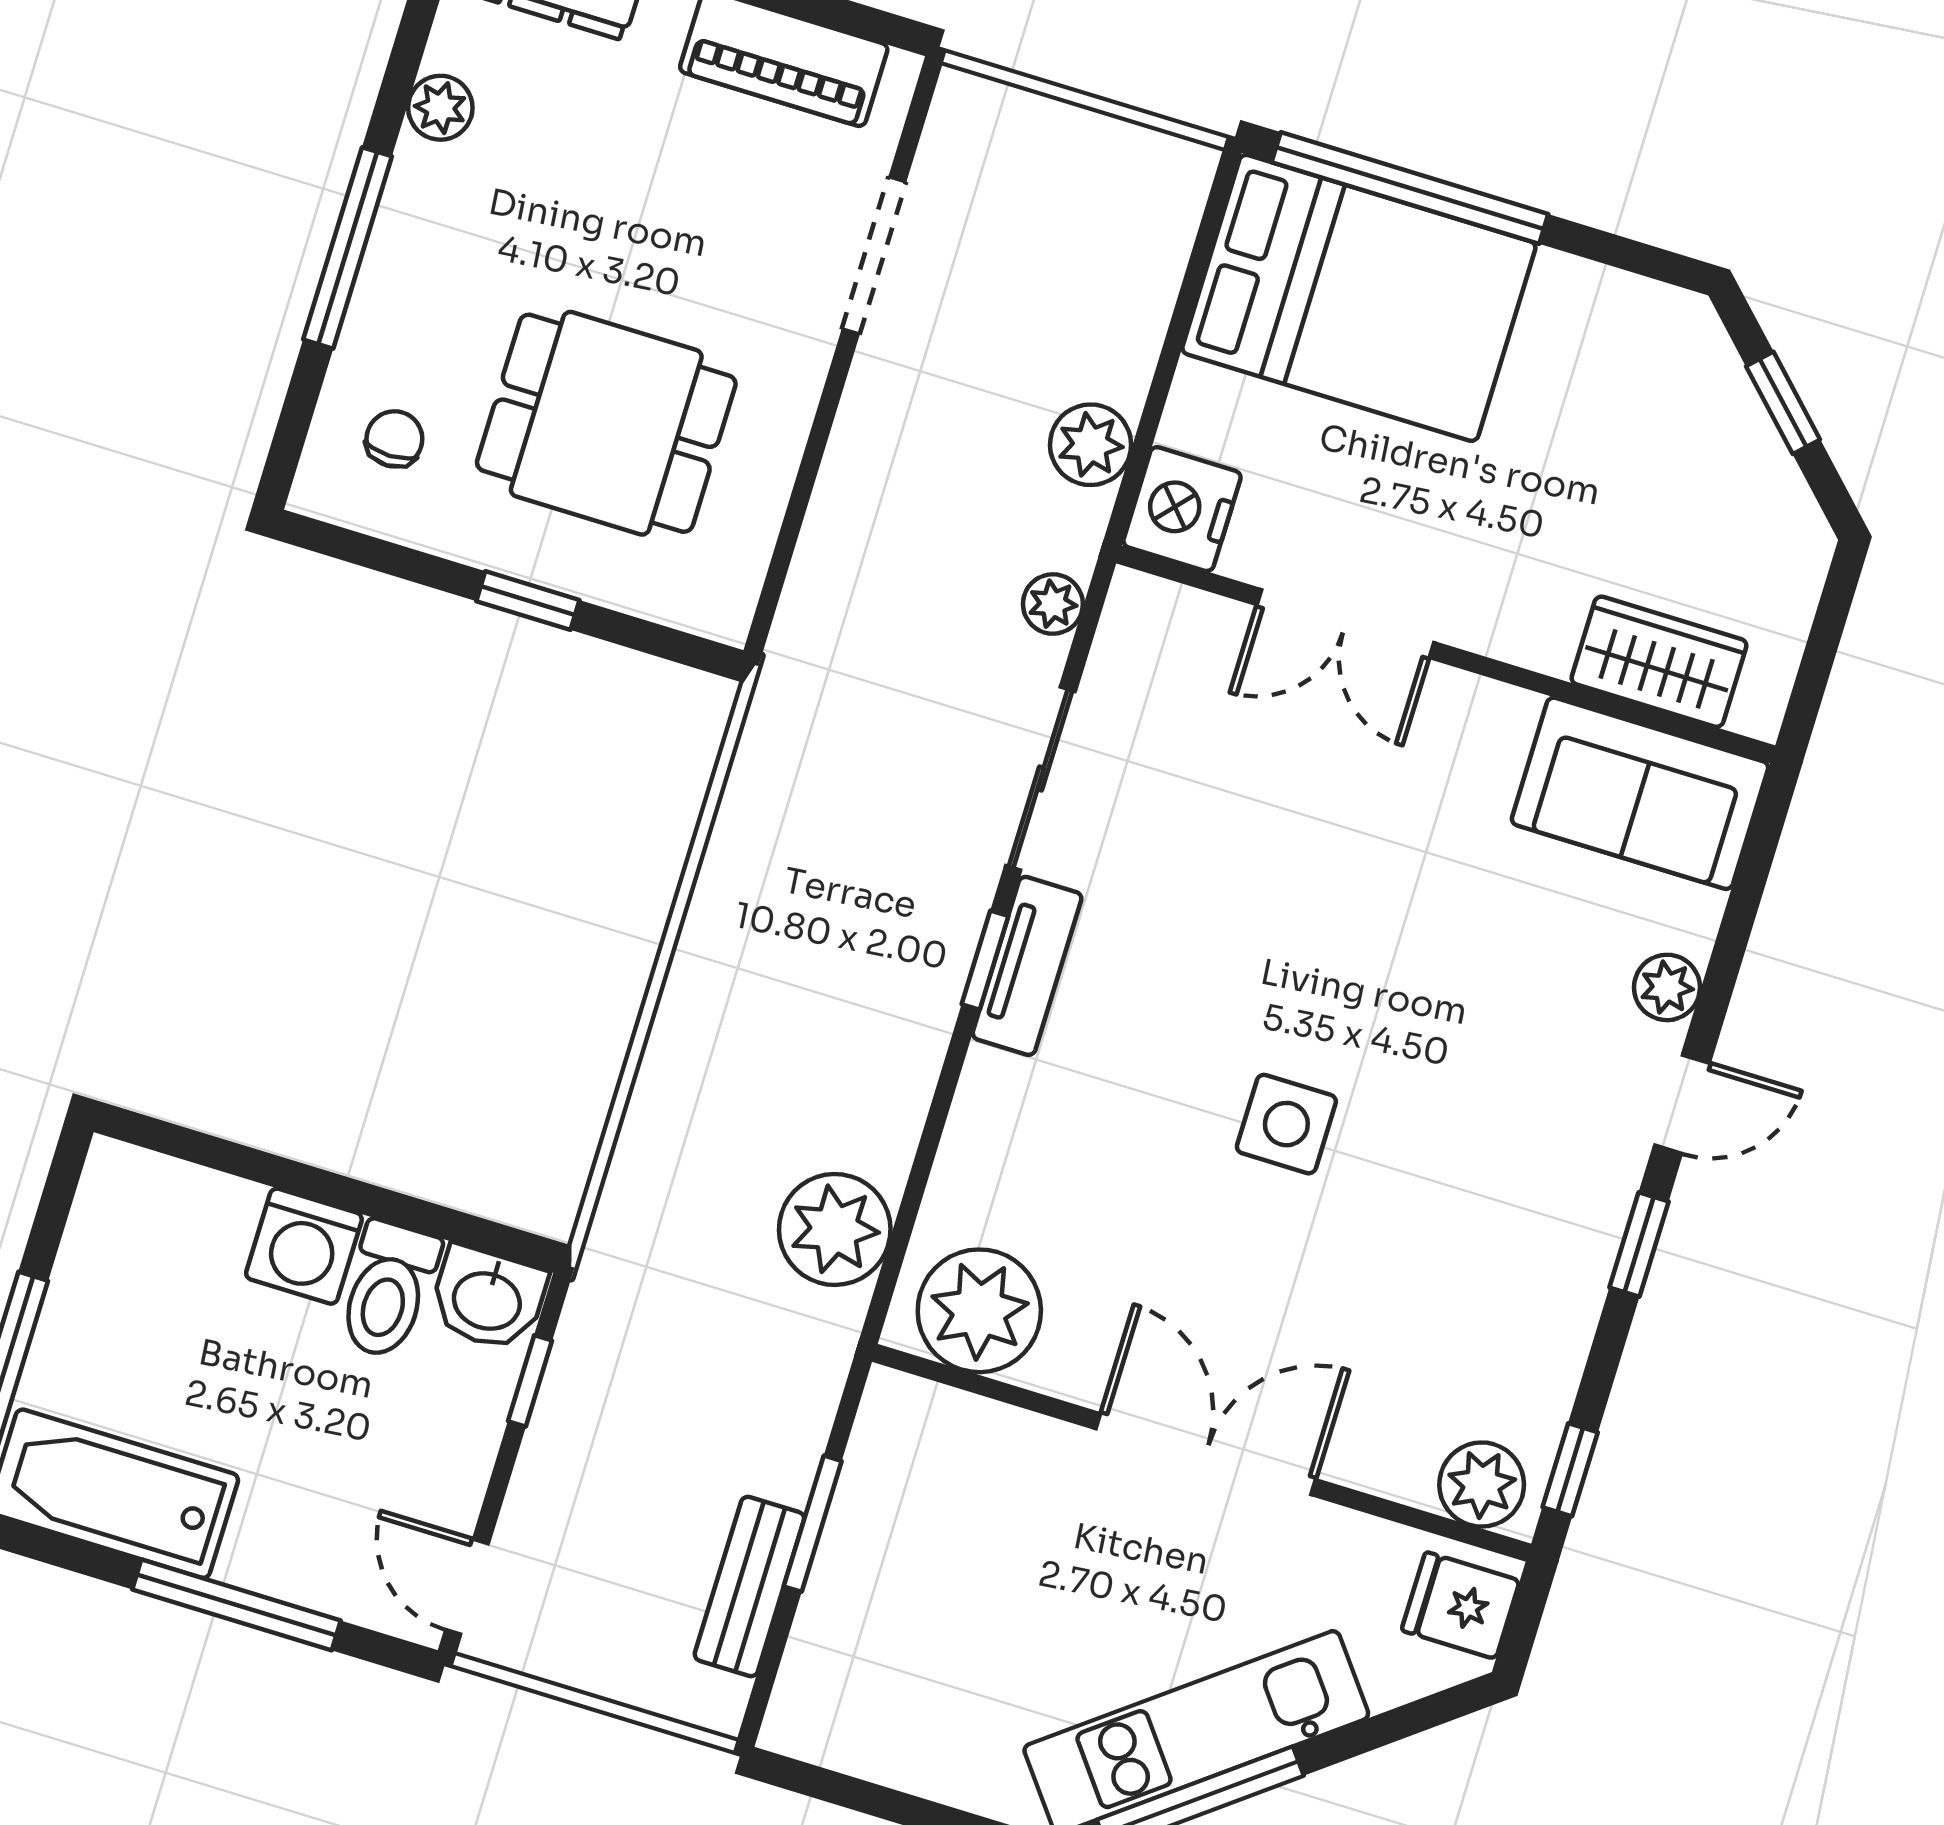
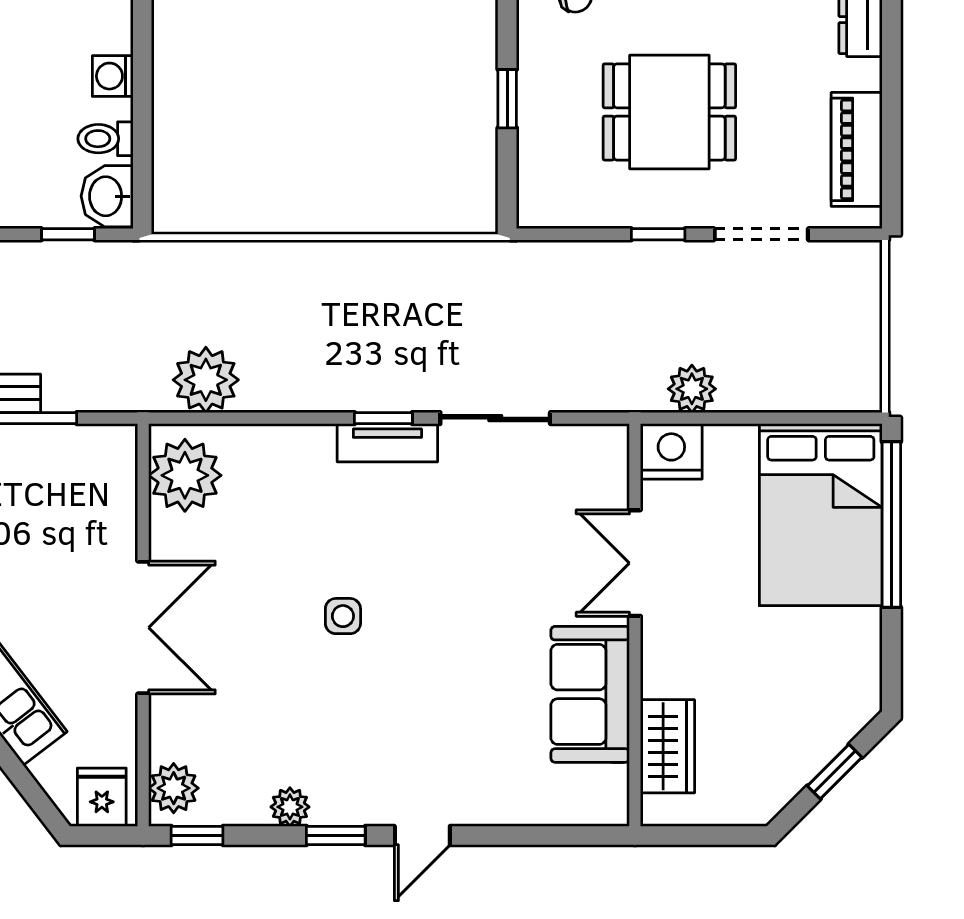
dining table: (606, 423) -> (669, 112), moved, turned 90
window: (823, 423) -> (658, 234), added
plant: (1053, 604) -> (596, 395), removed
sofa: (1640, 793) -> (590, 694), moved
plant: (1667, 987) -> (290, 807), moved
door: (1682, 1104) -> (422, 835), hinge flipped
side table: (1286, 1124) -> (343, 616), width x0.73, depth x0.73
washing machine: (304, 1246) -> (113, 76), width x0.73, depth x0.73
toilet: (388, 1290) -> (105, 139), width x0.73, depth x0.72

